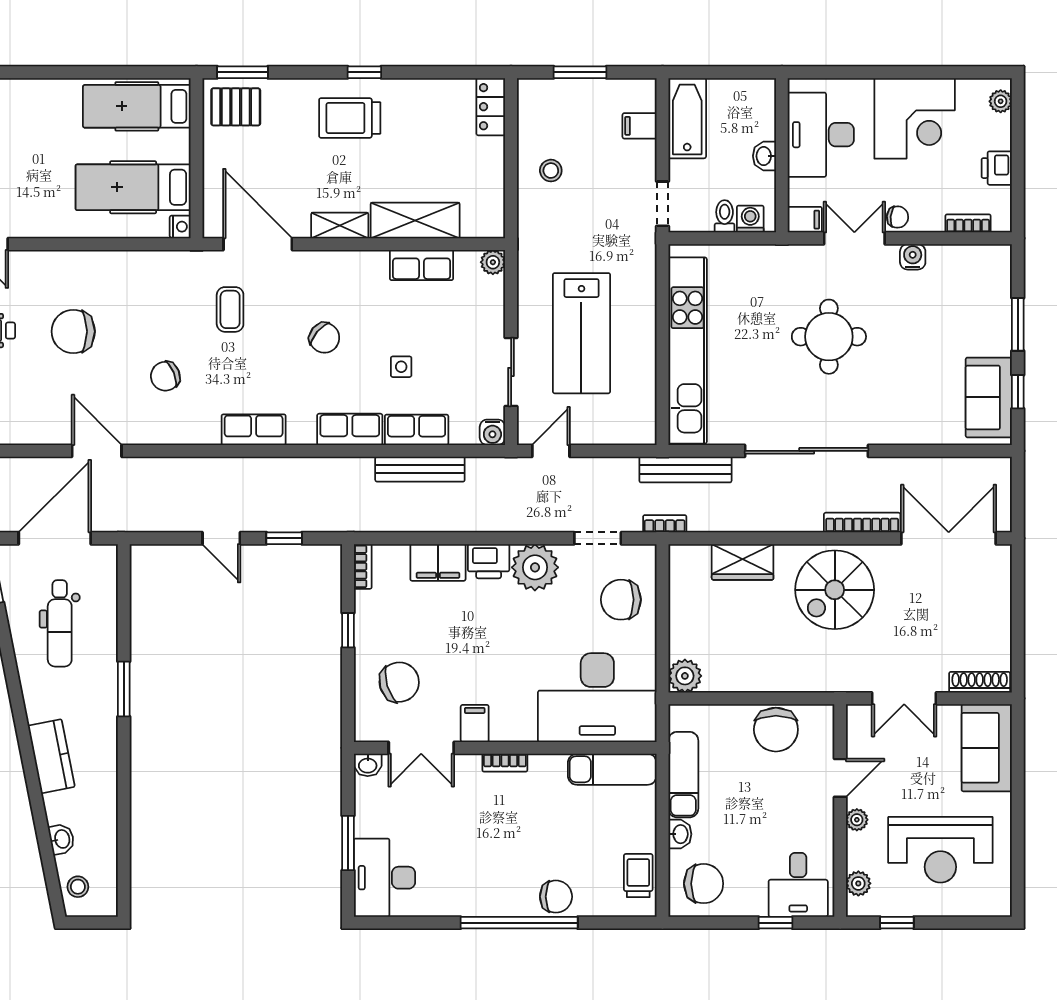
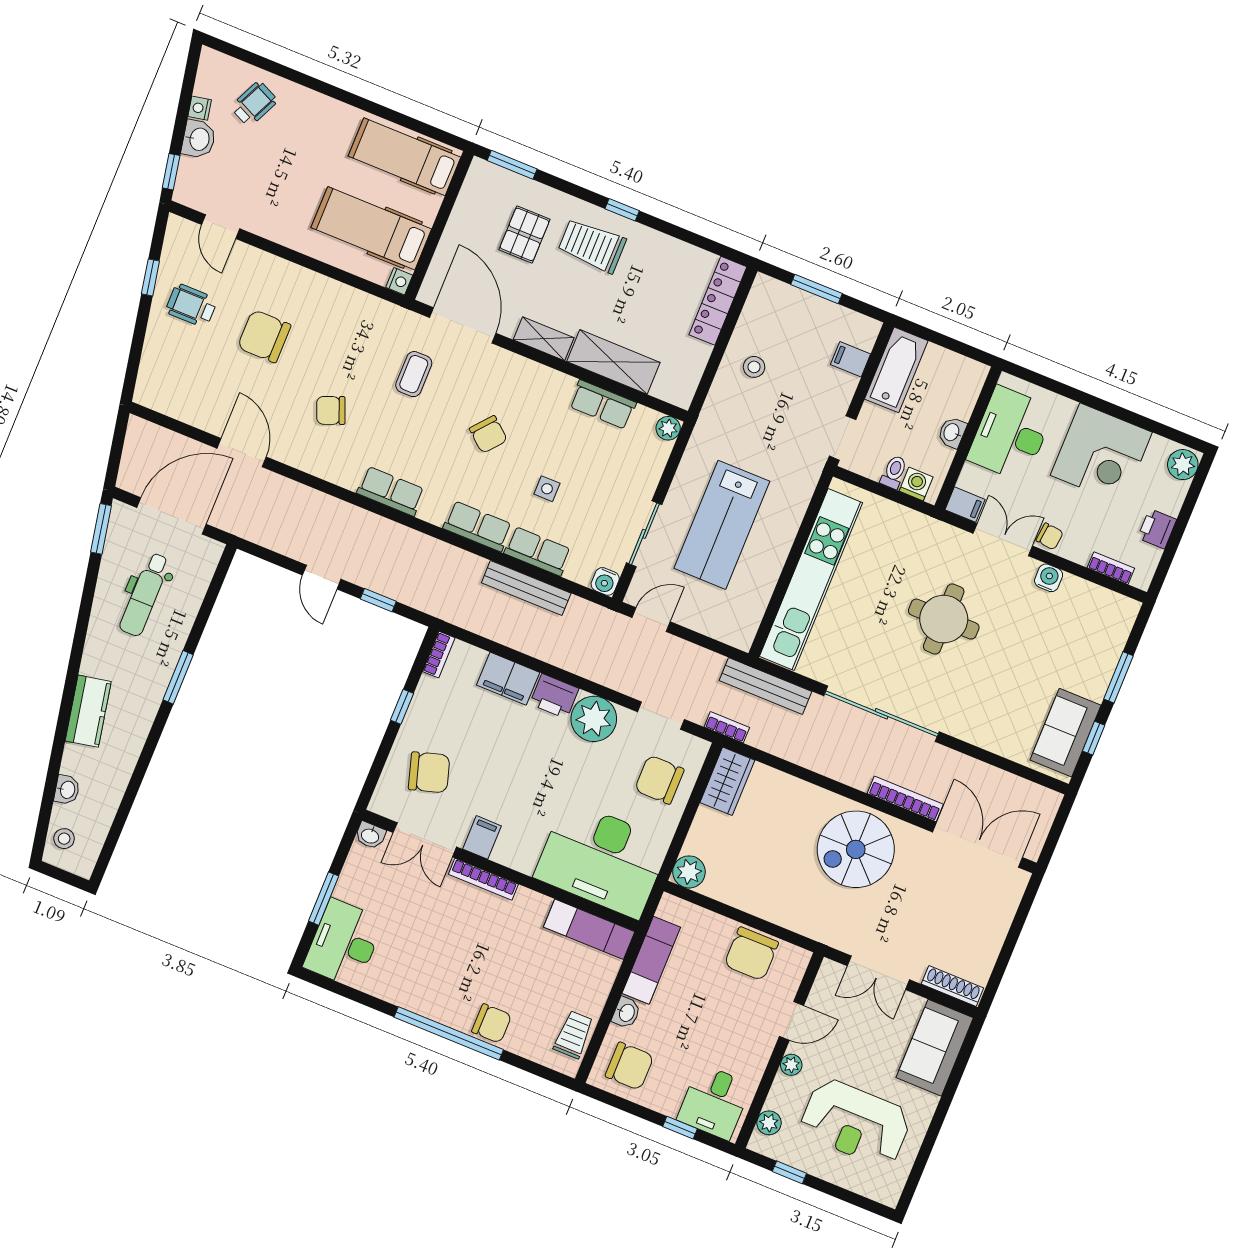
plant: (1001, 101) -> (1183, 465), width x1.38, depth x1.38
pallet: (236, 107) -> (524, 234), moved, turned 90
locker: (491, 107) -> (718, 301), width x1.53
wardrobe: (743, 562) -> (727, 781), moved, turned -90
bookcase: (505, 763) -> (483, 879), width x1.56

